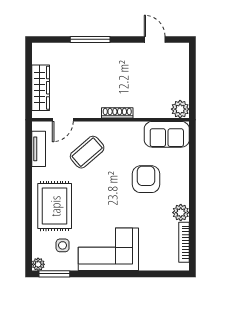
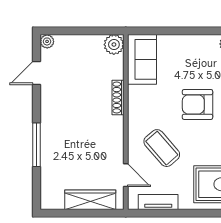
plant: (183, 49) -> (47, 41), added
shoe rack: (117, 113) -> (118, 98), moved
armchair: (146, 179) -> (197, 104), moved

